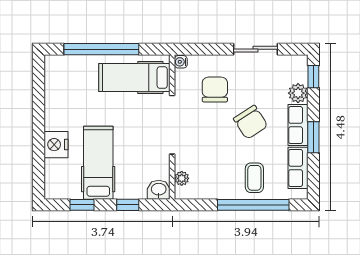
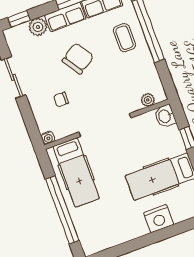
chair: (215, 90) -> (61, 100), width x0.54, depth x0.54
coffee table: (254, 178) -> (124, 38), turned 90

